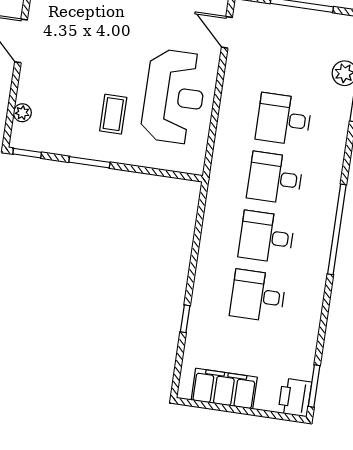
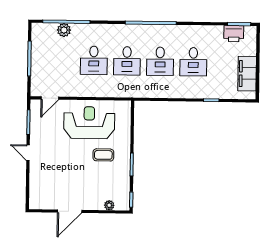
printer: (295, 397) -> (234, 34), moved

